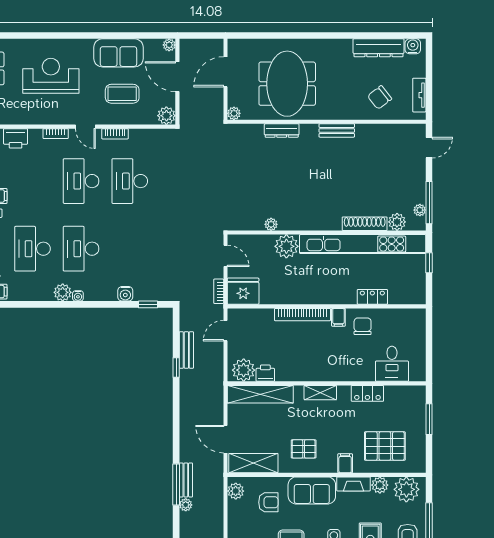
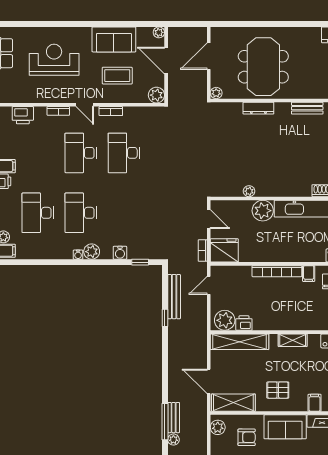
plant: (63, 292) -> (92, 252), moved
bench: (186, 350) -> (174, 297), width x1.36

